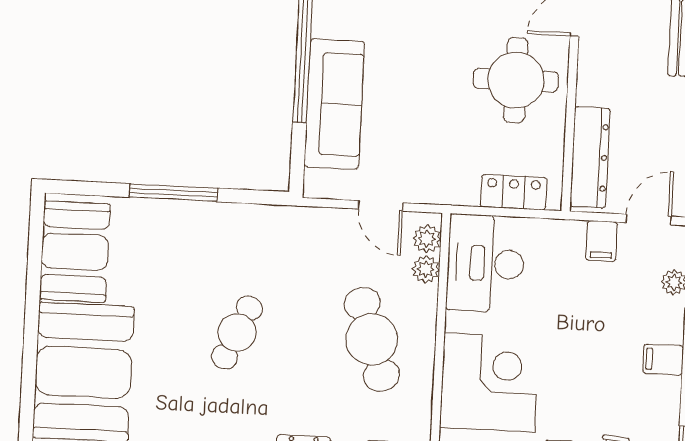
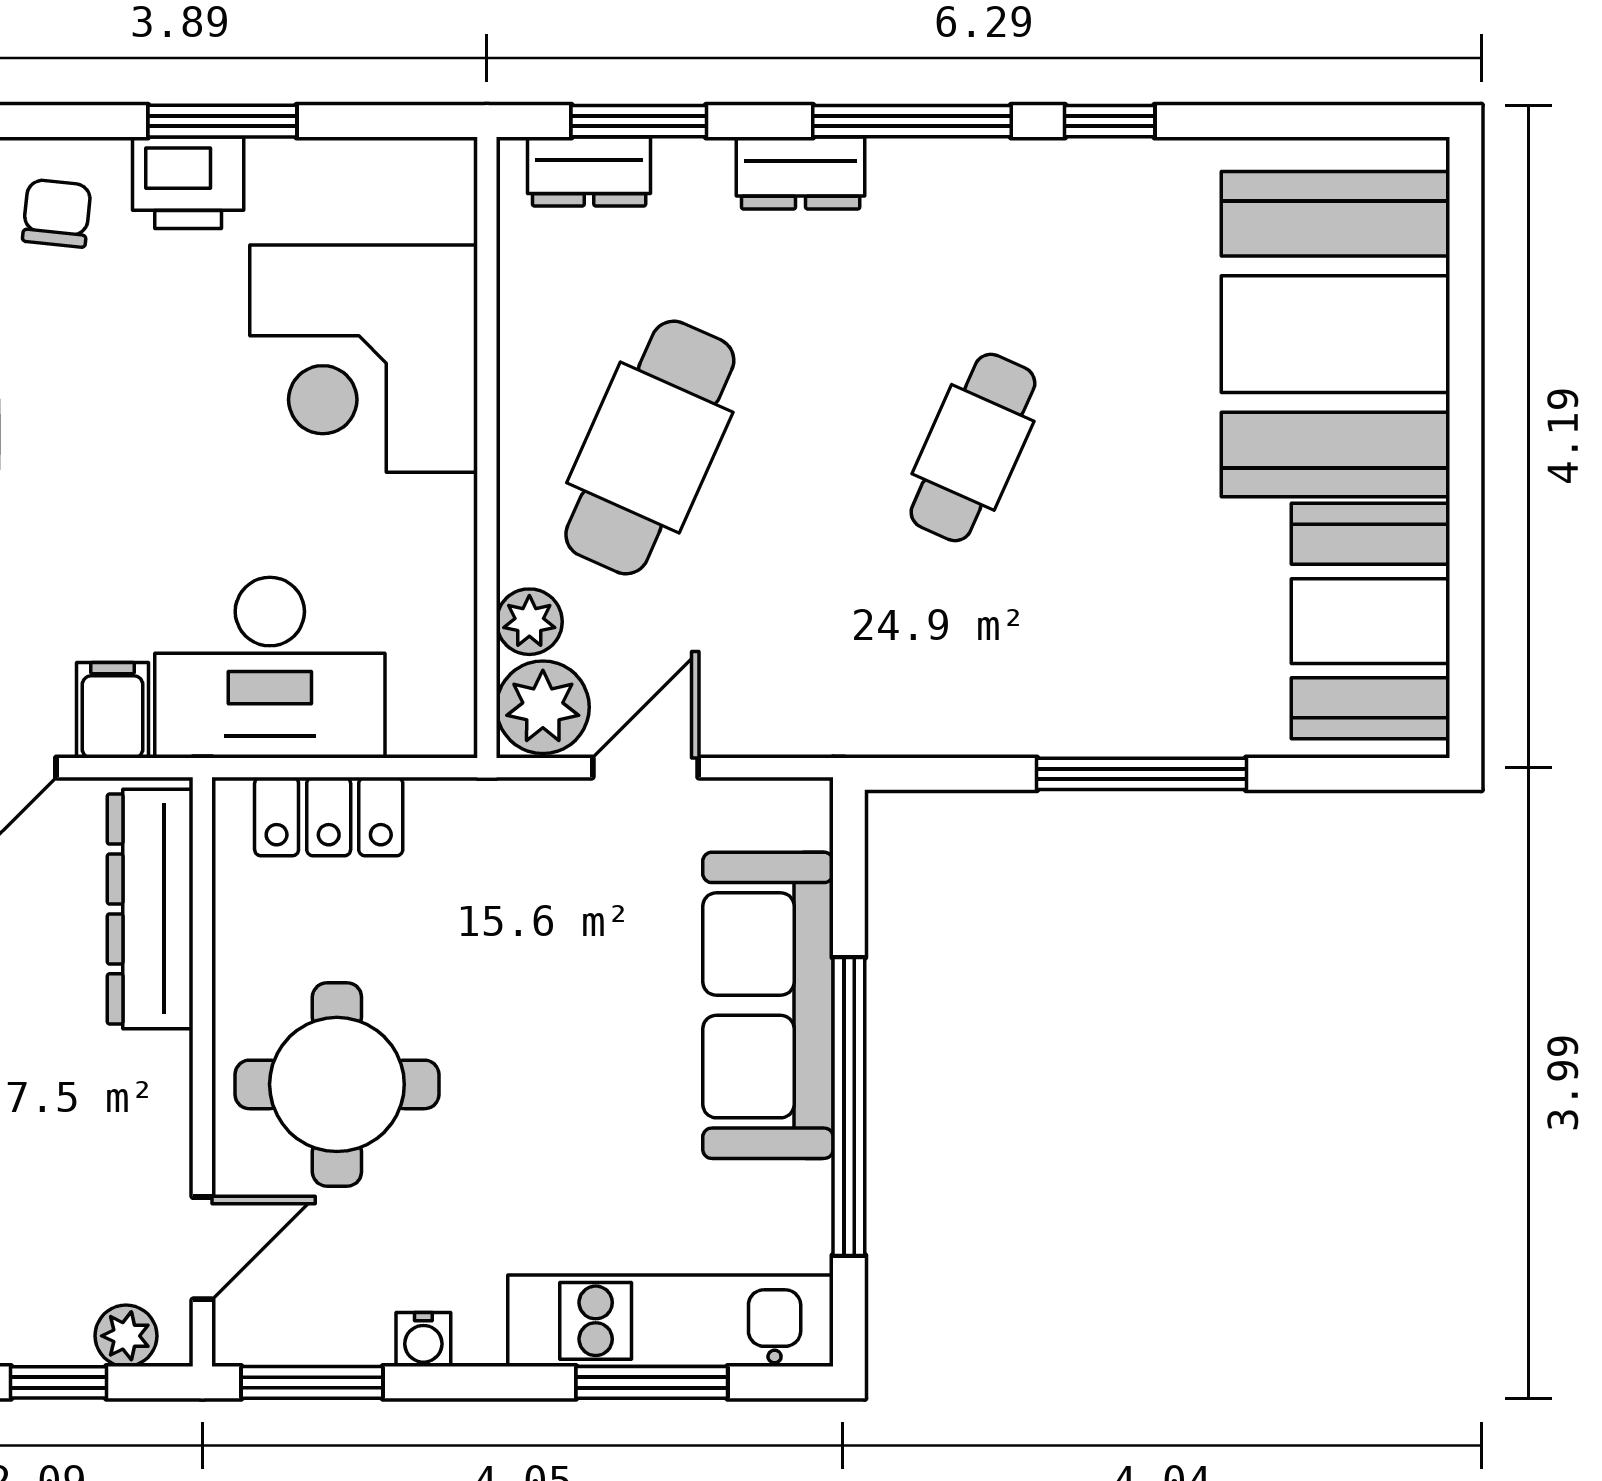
door: (380, 206) -> (645, 768), hinge flipped
plant: (427, 239) -> (543, 707), width x1.38, depth x1.38
desk: (486, 263) -> (270, 668), moved, turned 90
cafe table: (372, 339) -> (650, 447), turned 42

